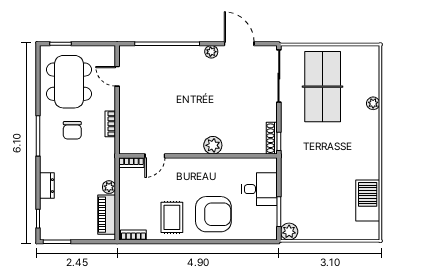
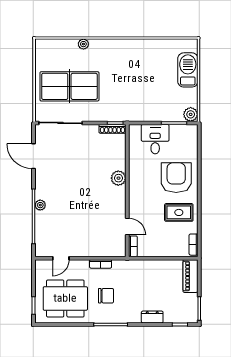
door: (239, 44) -> (33, 156), hinge flipped
plant: (211, 52) -> (40, 205), moved
plant: (109, 187) -> (153, 265), removed
barbecue: (368, 201) -> (188, 70), moved, turned 90
piano: (107, 215) -> (190, 276), moved, turned 90

